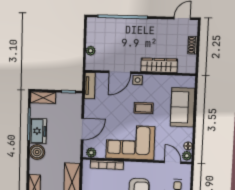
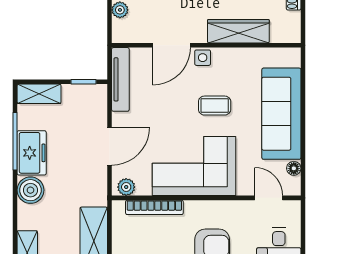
tv unit: (90, 86) -> (120, 79), width x1.41
sofa: (182, 107) -> (281, 114), width x1.36
plant: (187, 156) -> (293, 185), removed

